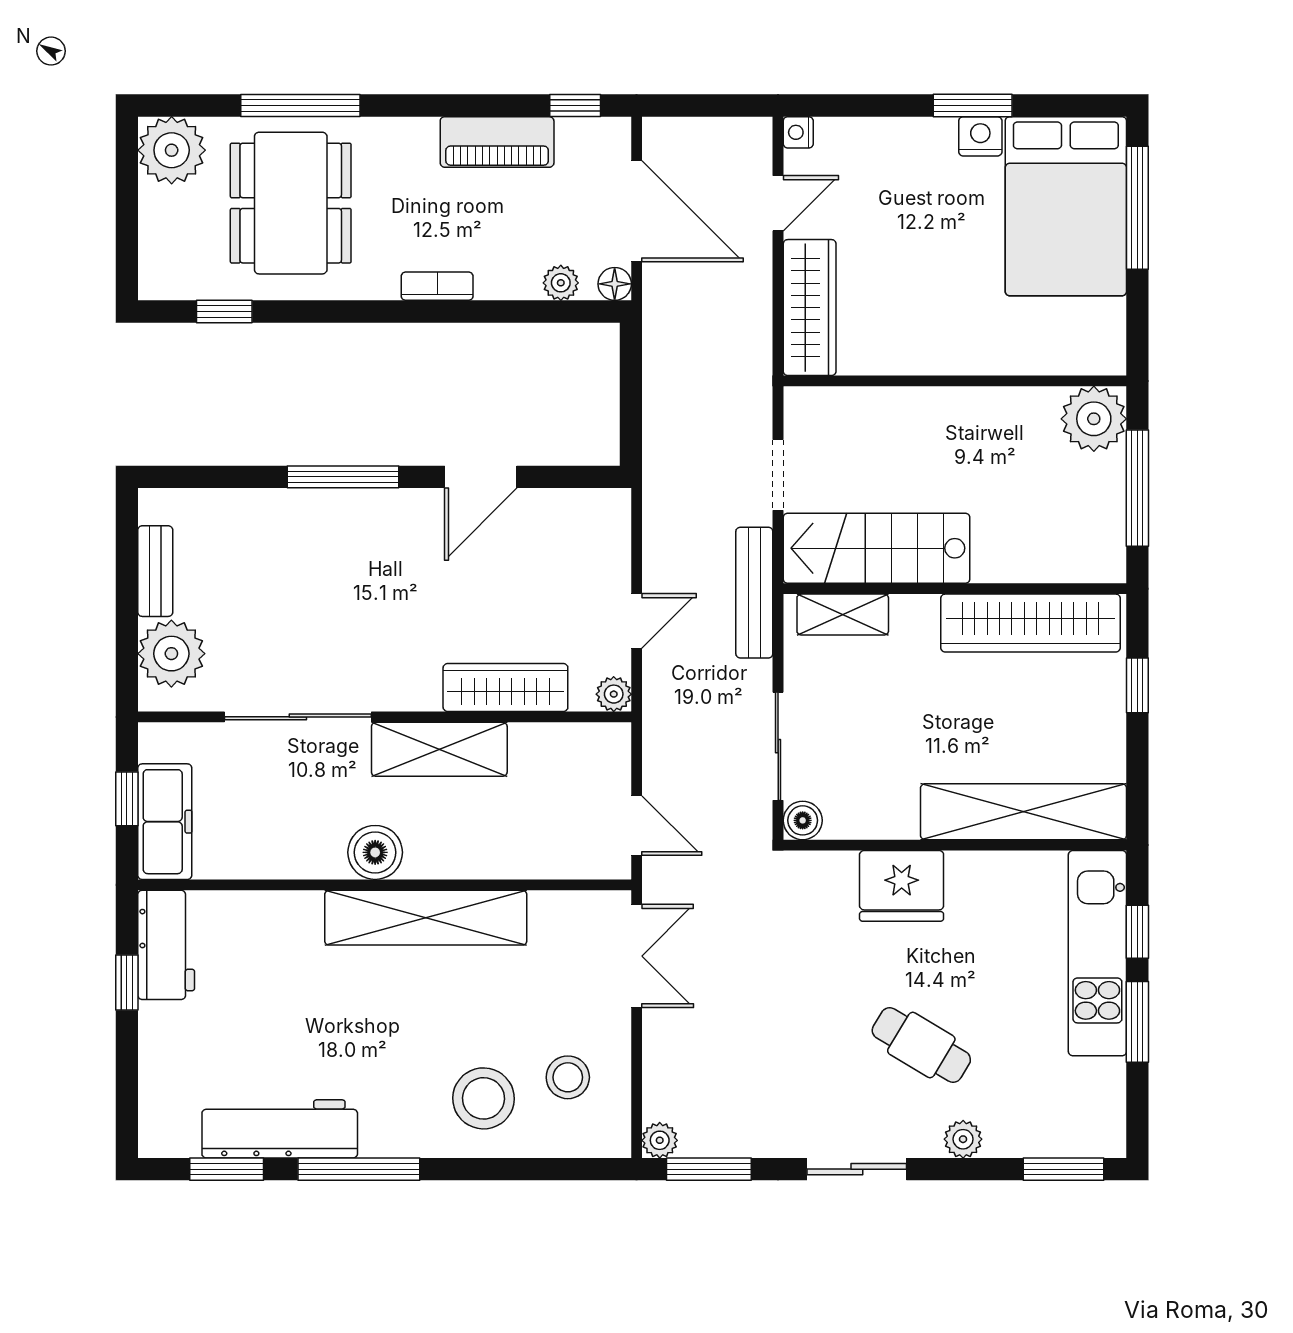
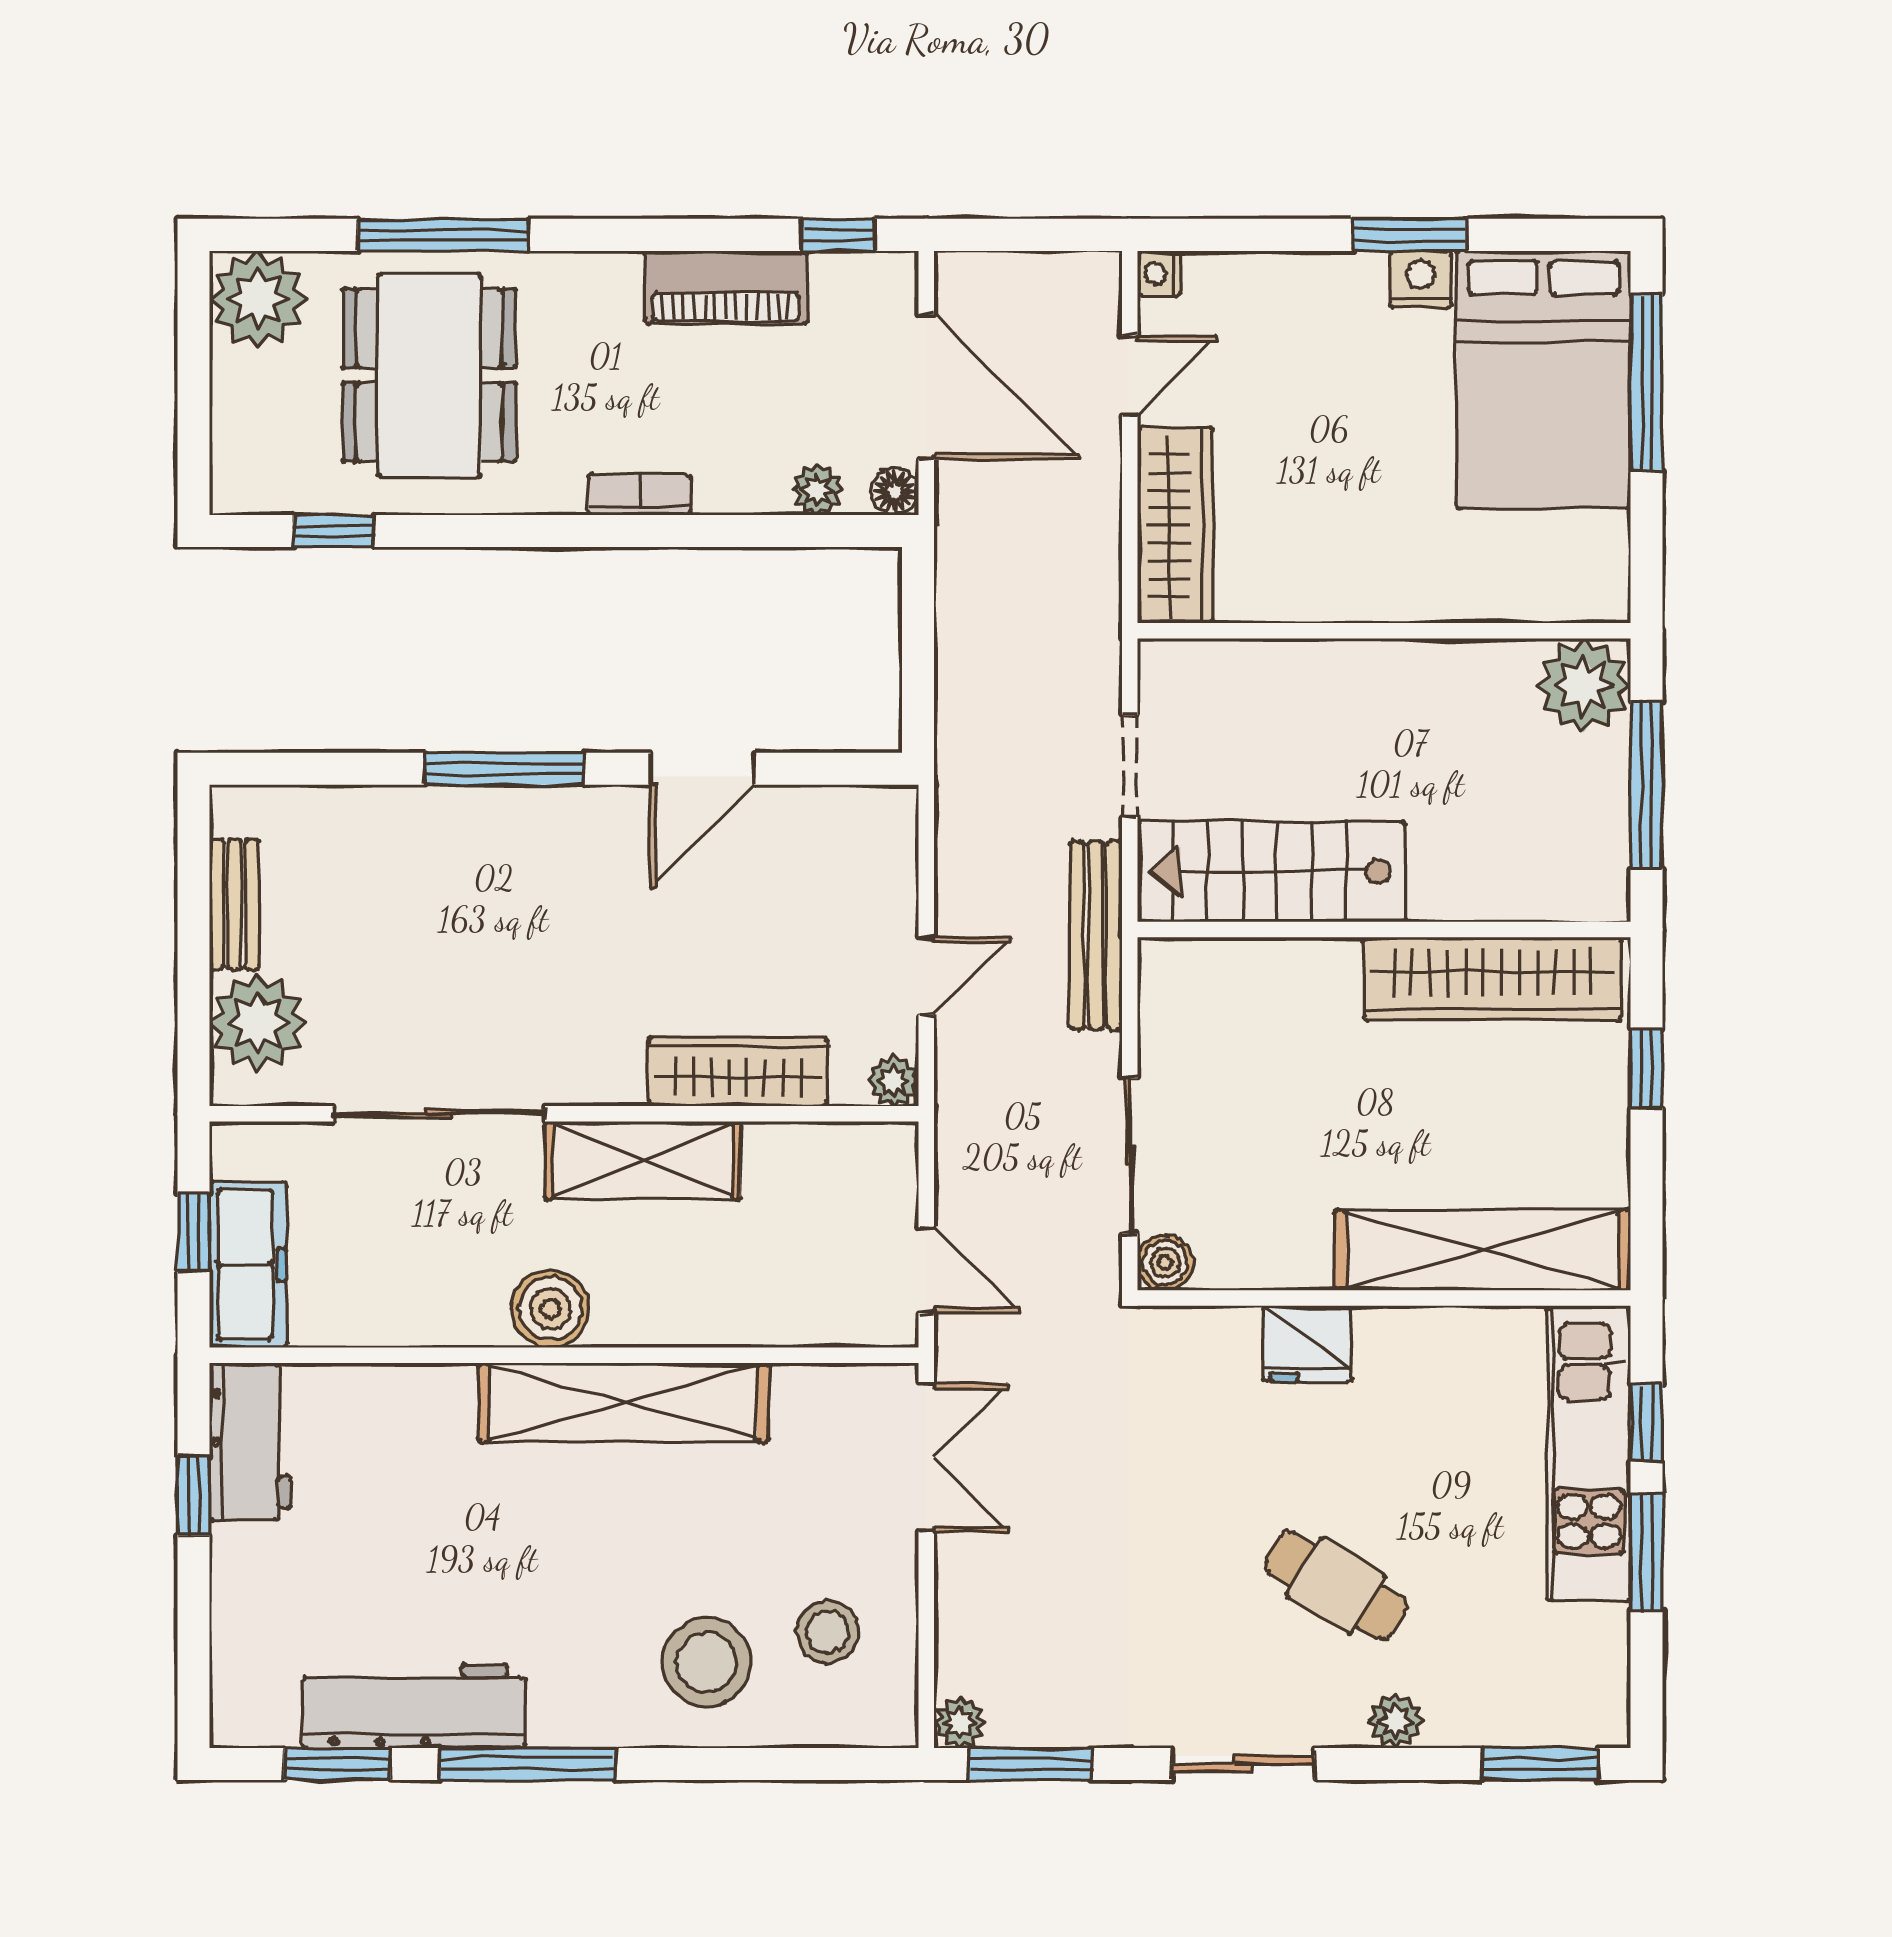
shelving: (843, 615) -> (1223, 967), removed
fridge: (902, 886) -> (1307, 1344), width x0.73, depth x0.75

